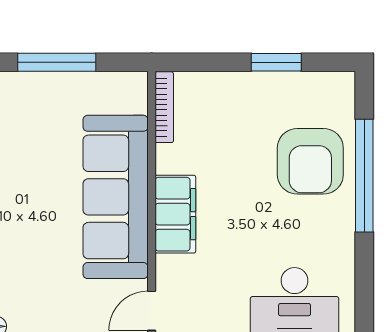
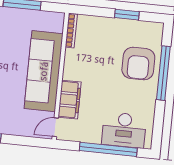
filing cabinet: (175, 214) -> (70, 100), moved

